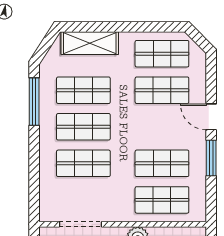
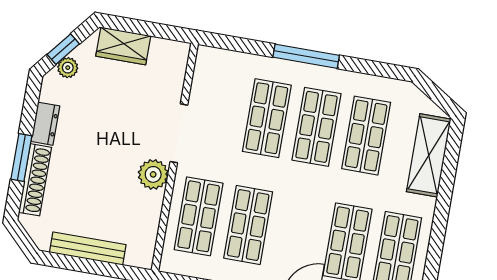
window: (34, 102) -> (306, 56), moved
doorway: (80, 224) -> (179, 133), moved

